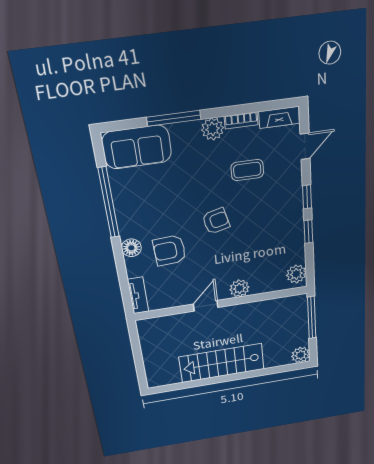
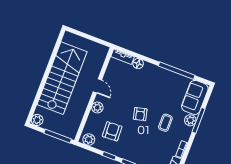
plant: (212, 129) -> (190, 120), moved
coffee table: (247, 170) -> (165, 123), moved
floor lamp: (131, 248) -> (138, 64), moved
armchair: (170, 250) -> (112, 131), moved
stairs: (222, 363) -> (62, 78), width x1.36, depth x1.51

